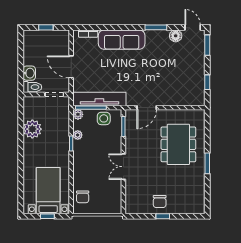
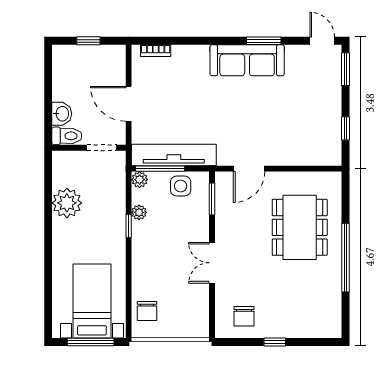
floor lamp: (176, 36) -> (295, 54), removed
sofa: (122, 40) -> (247, 60), moved
window: (207, 163) -> (346, 258), width x2.11
chair: (160, 201) -> (244, 316), moved
window: (47, 216) -> (91, 342), width x2.17

